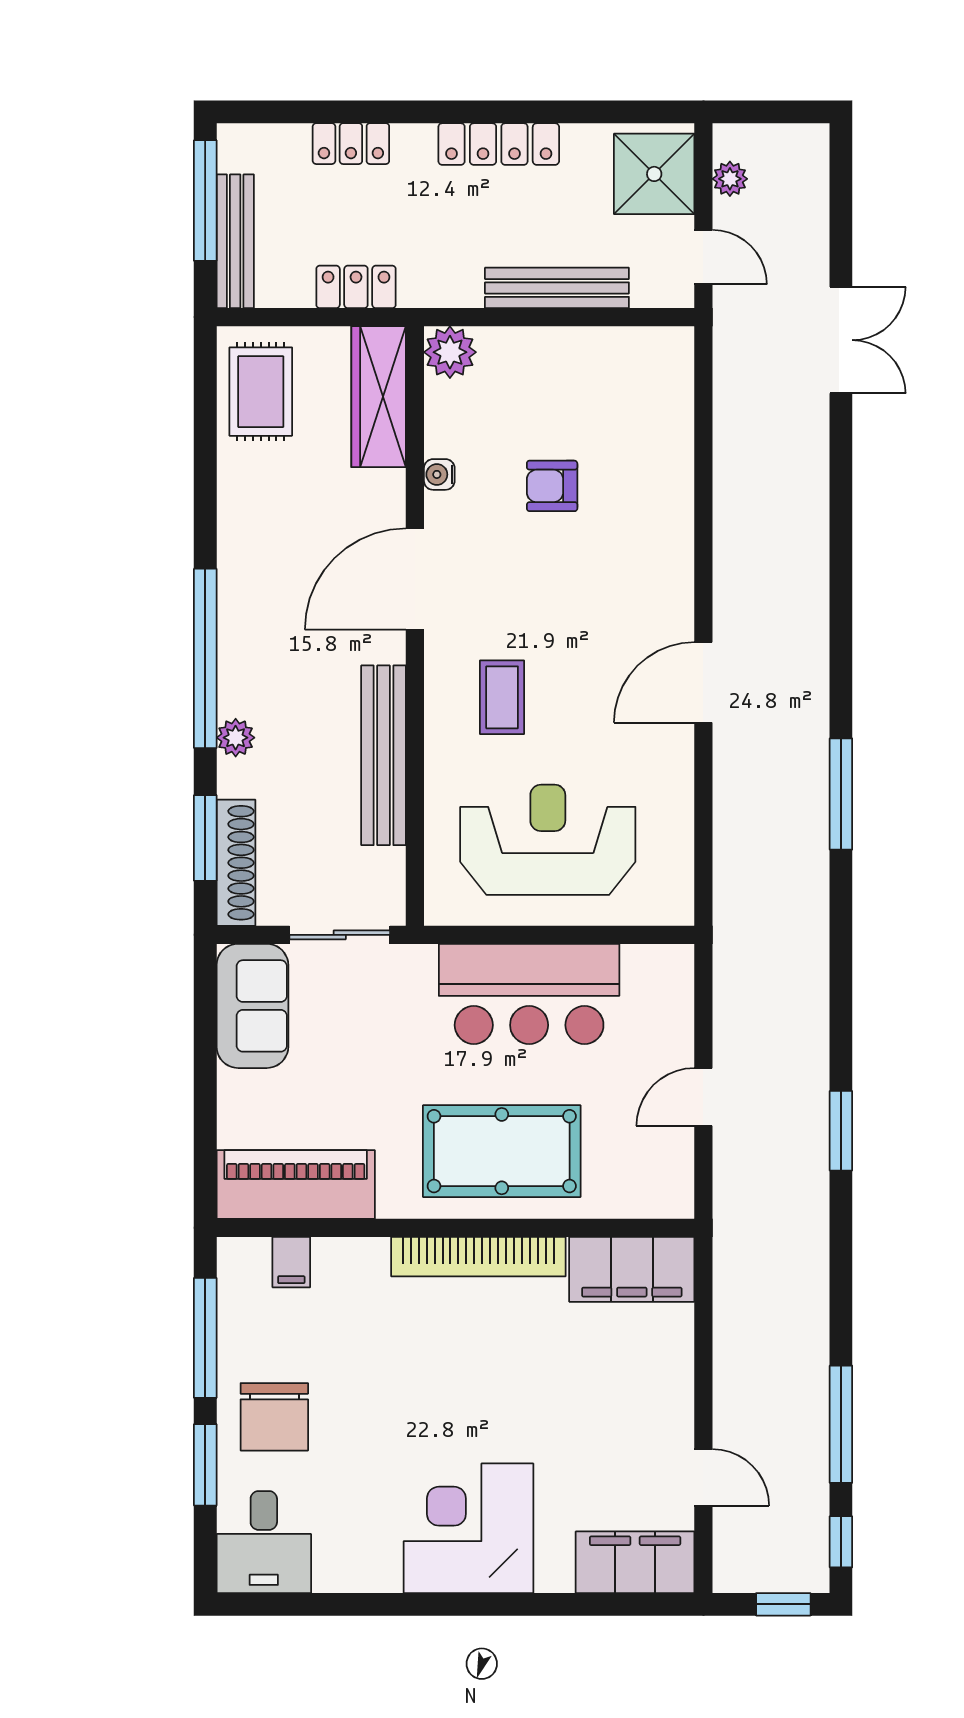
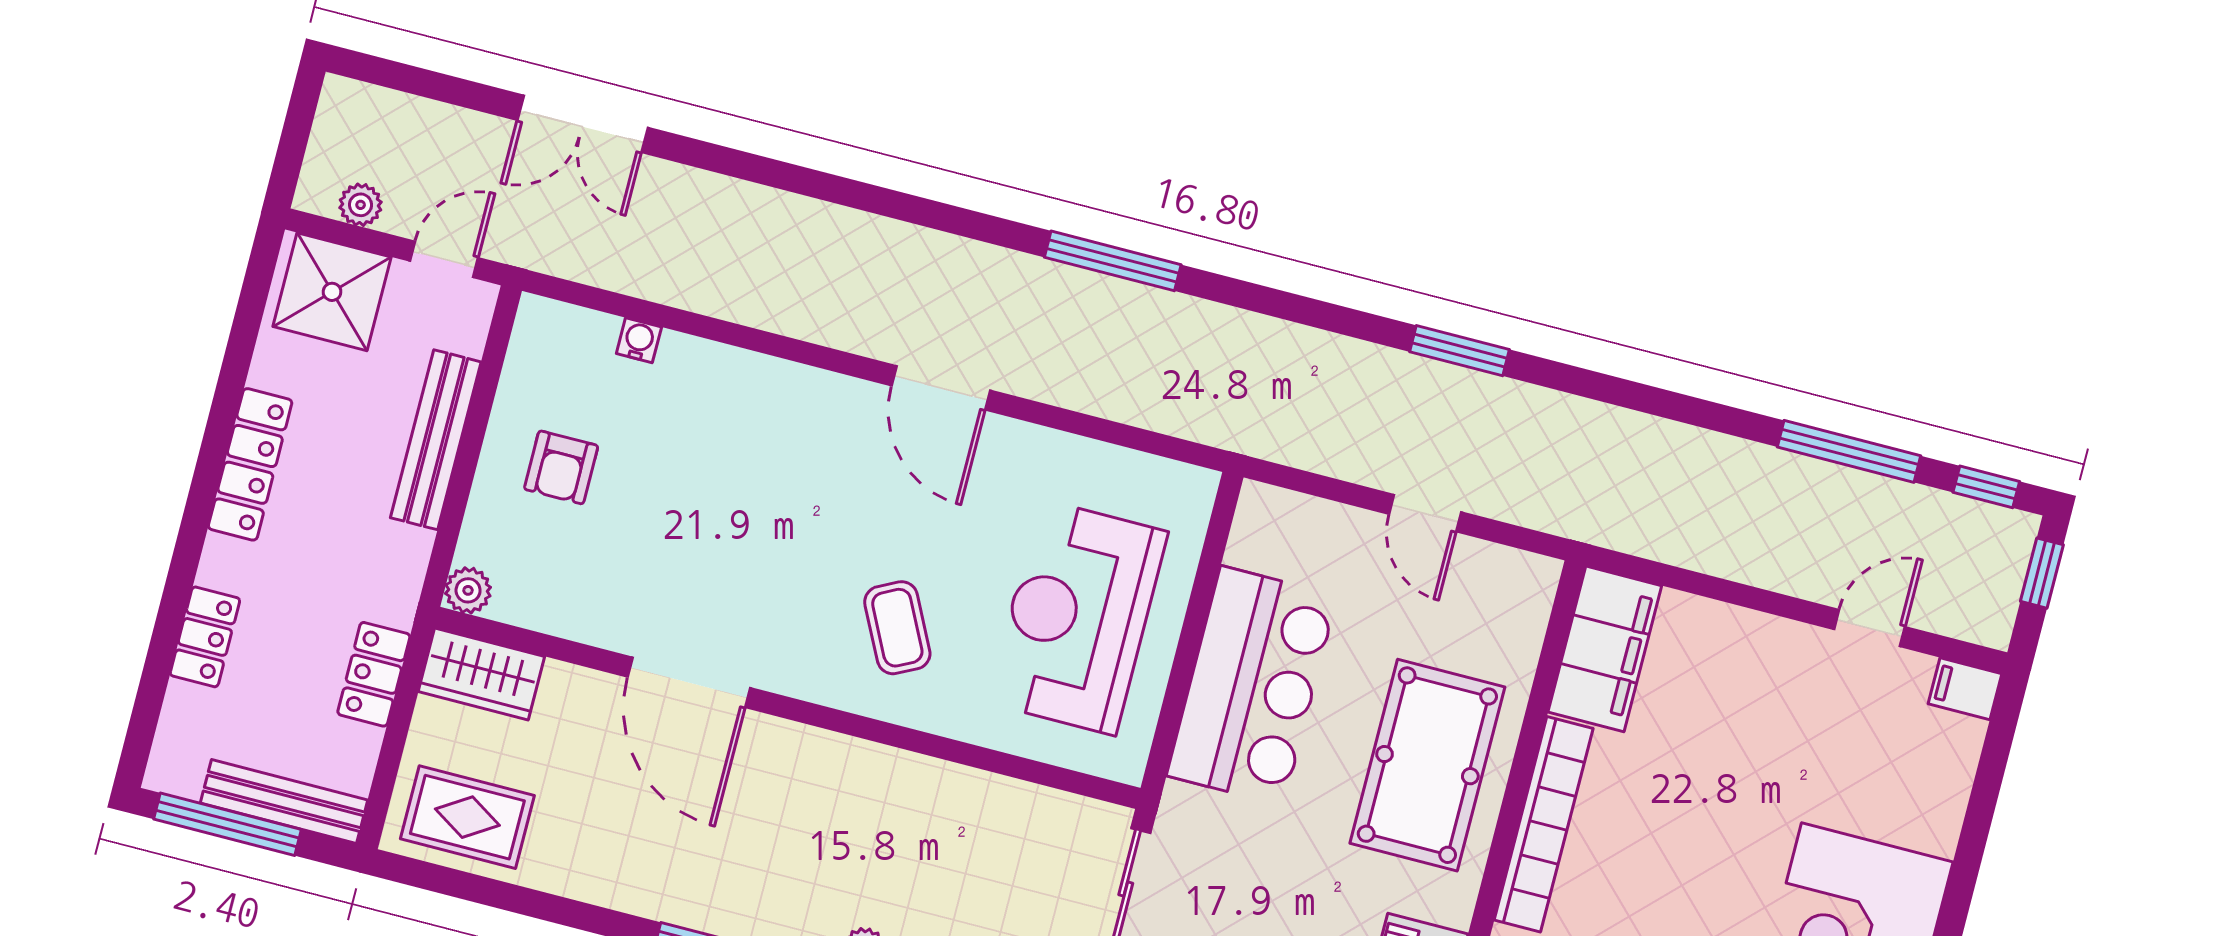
double door: (841, 340) -> (583, 124), swing flipped
plant: (450, 352) -> (468, 590), width x0.73, depth x0.73
wardrobe: (379, 397) -> (481, 674), width x0.67
water cooler: (439, 474) -> (639, 340), moved, turned 180
armchair: (552, 486) -> (561, 467), moved
door: (415, 579) -> (689, 682), moved
coffee table: (502, 697) -> (897, 628), turned 63
bench: (384, 755) -> (929, 784), removed
window: (841, 1131) -> (1459, 351), moved
filing cabinet: (635, 1562) -> (1965, 689), width x0.33, depth x0.86

